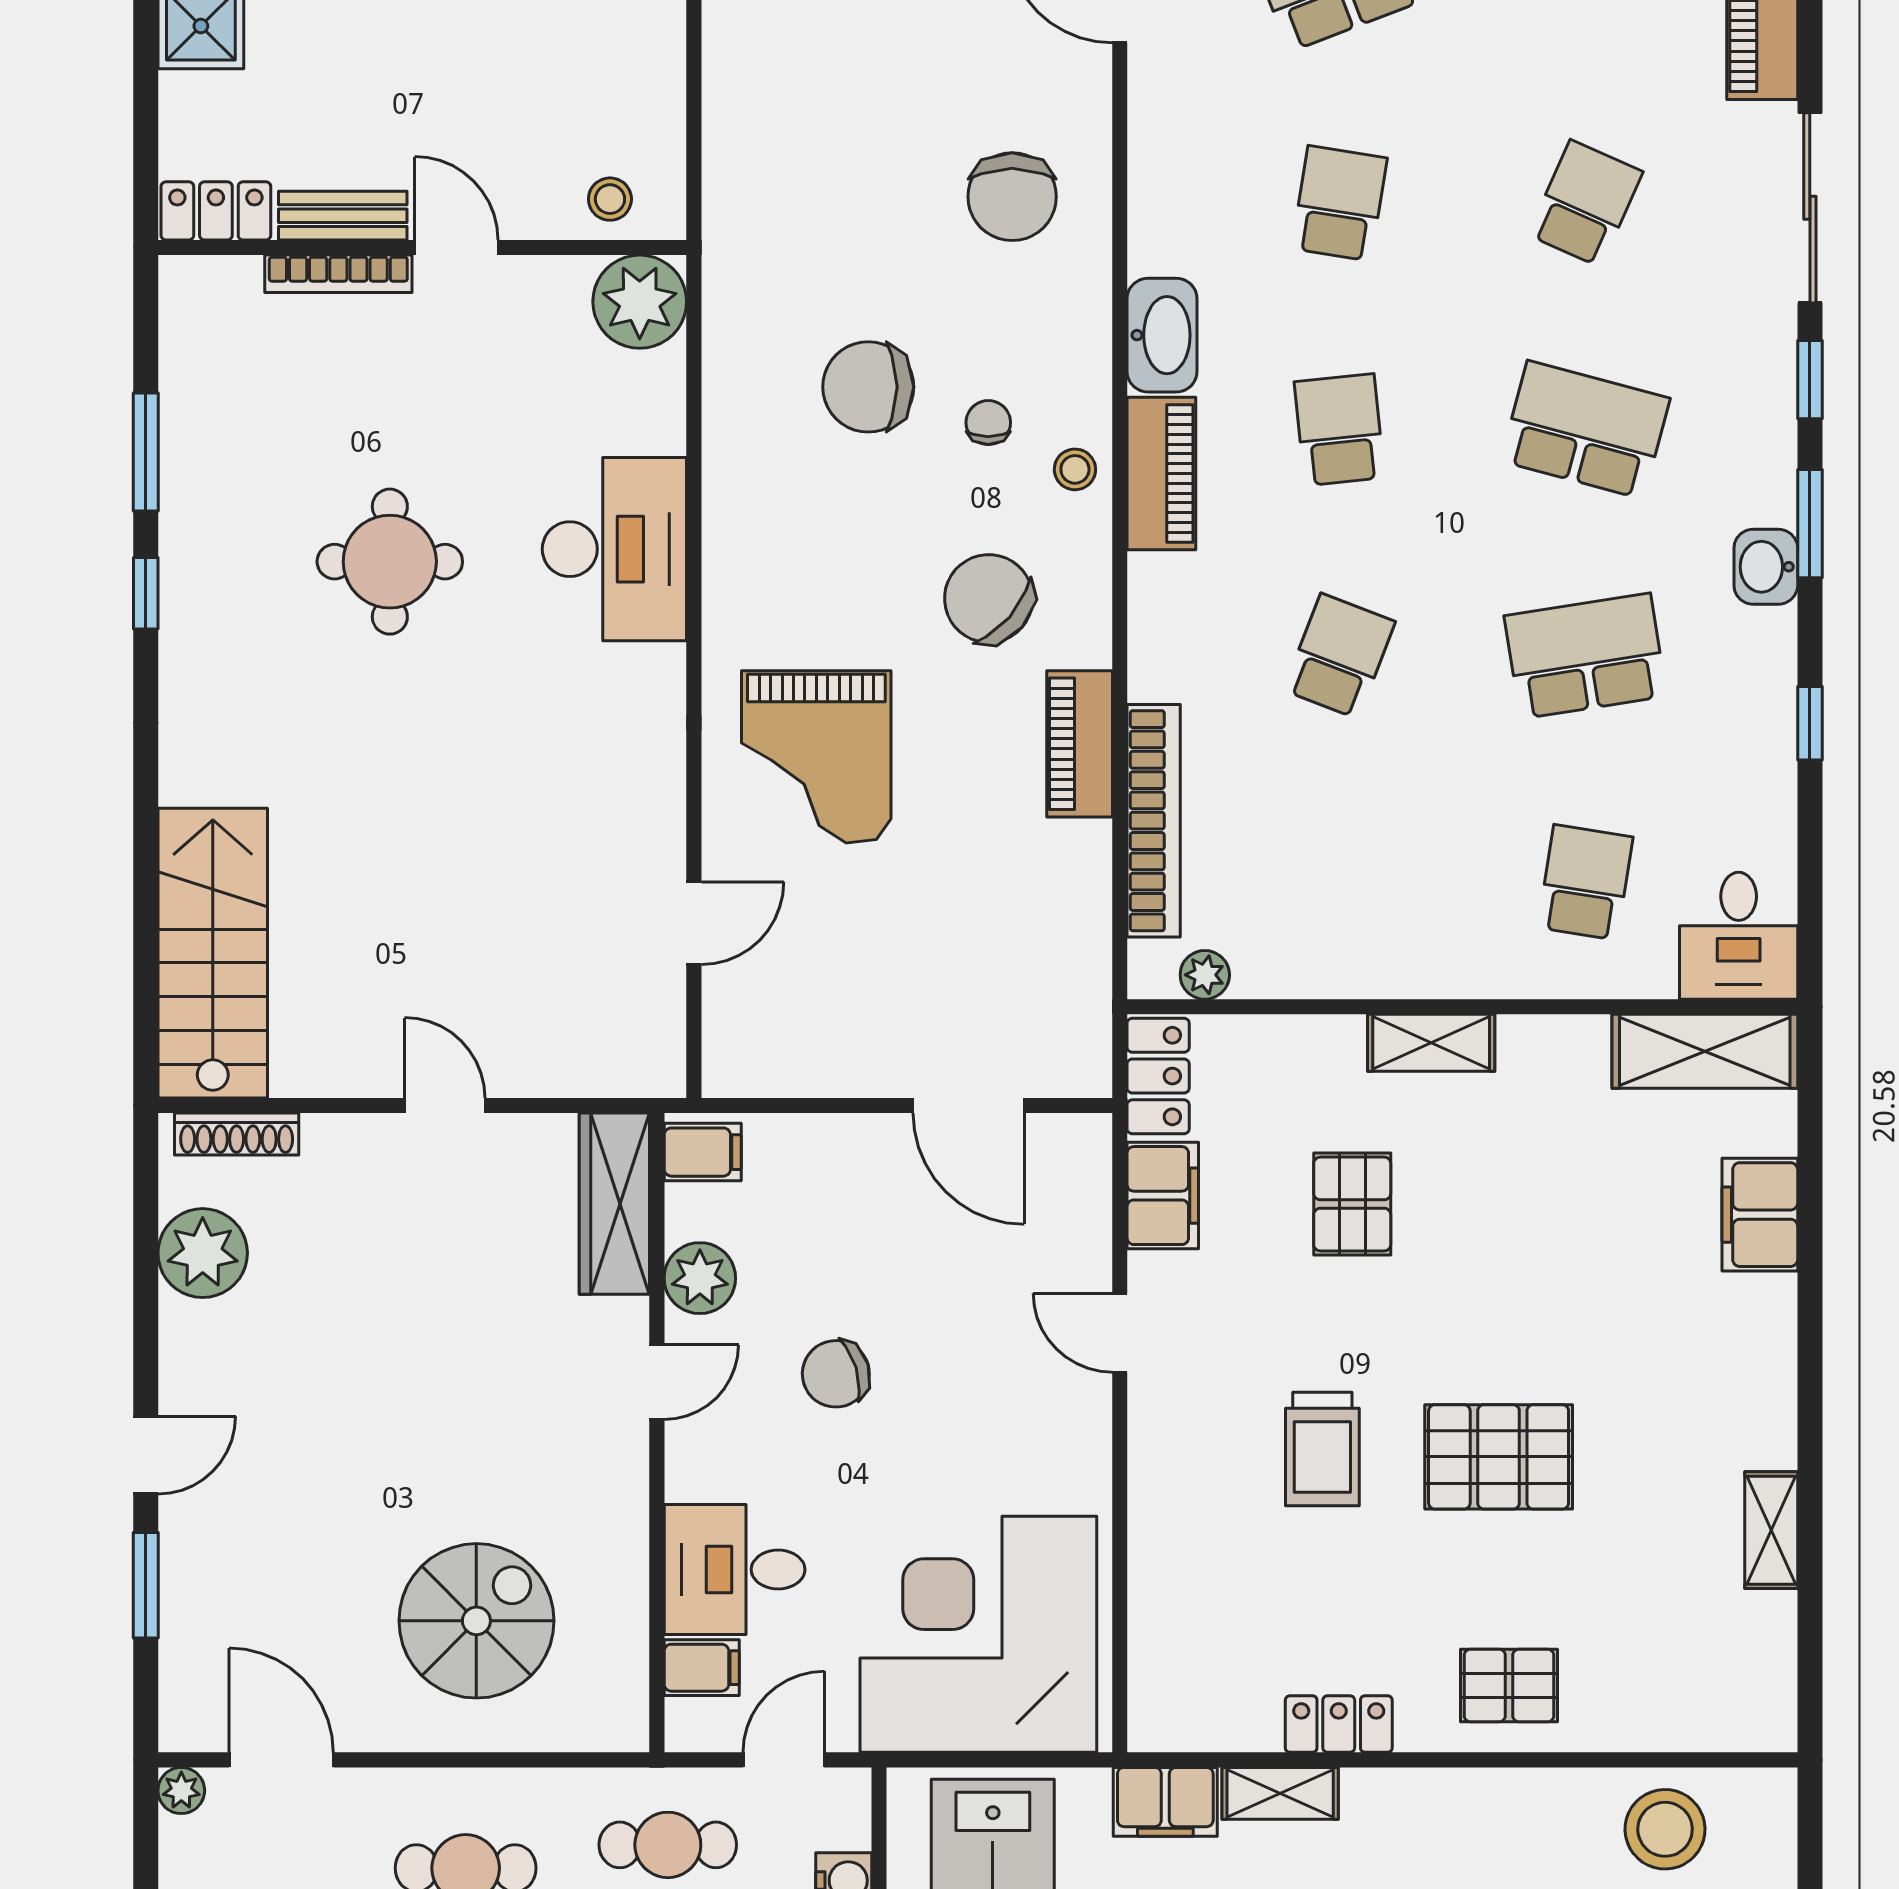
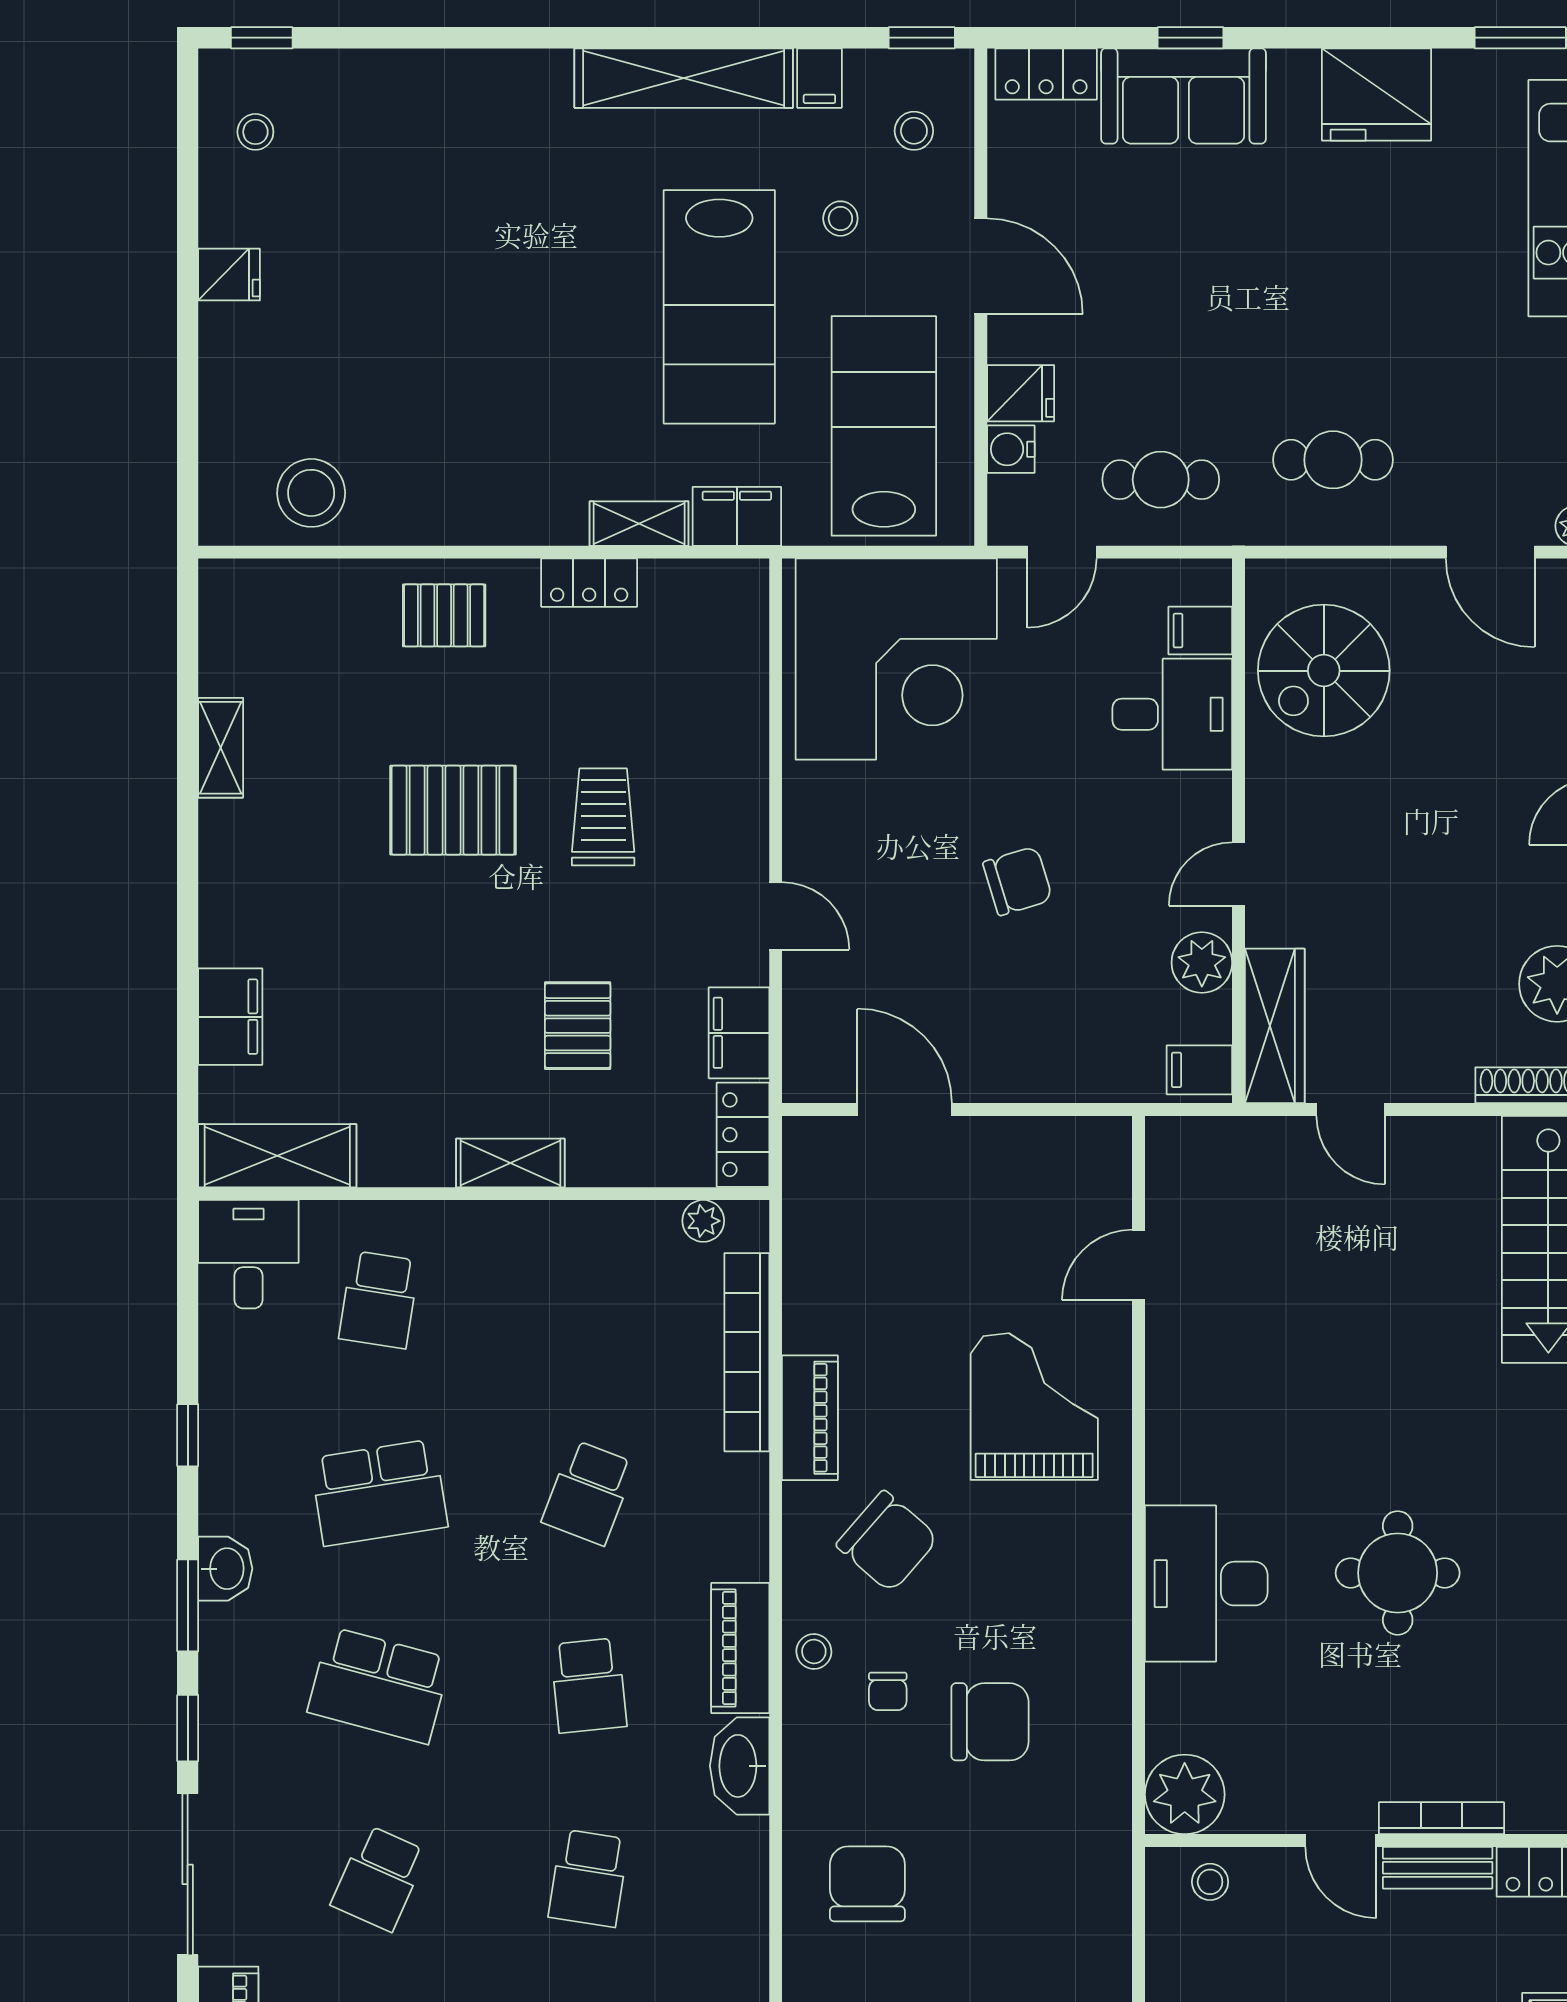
filing cabinet: (703, 1152) -> (1199, 1070), moved
wardrobe: (614, 1204) -> (1275, 1026), moved
plant: (700, 1278) -> (1202, 963), moved
door: (657, 1382) -> (1238, 874), moved
wall: (657, 1433) -> (1238, 831), moved
desk: (735, 1570) -> (1172, 714), moved
filing cabinet: (702, 1668) -> (1200, 631), moved

